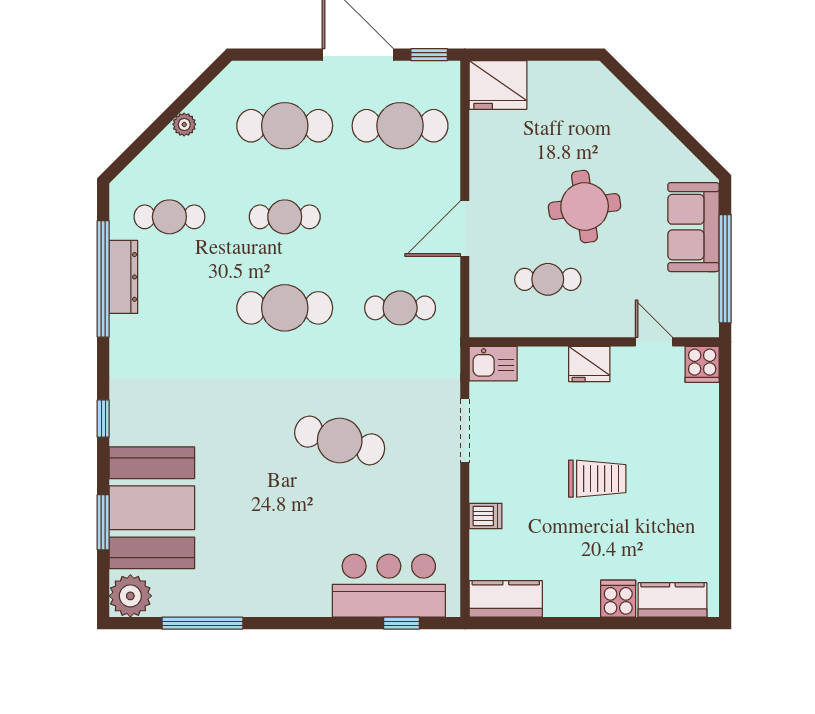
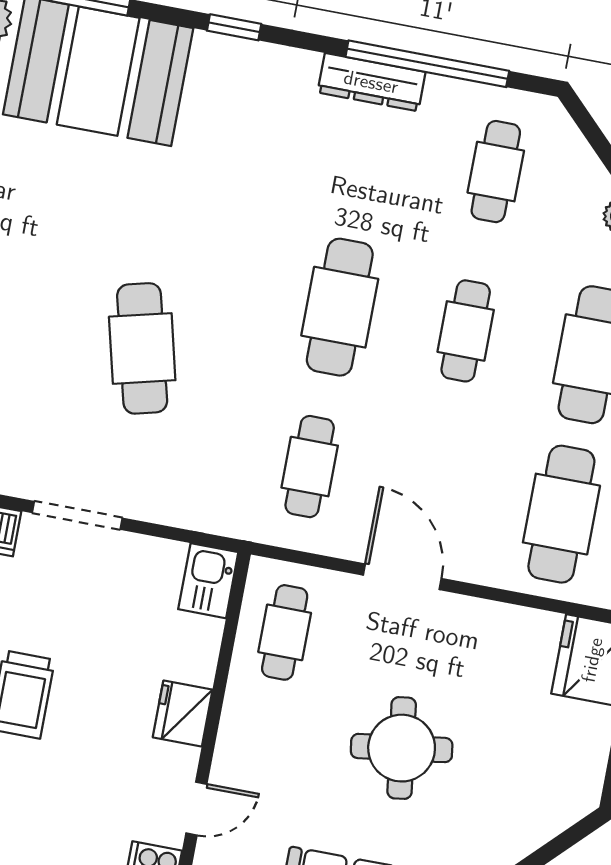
dresser: (123, 277) -> (371, 82), moved
cafe table: (548, 279) -> (285, 632), moved
doorway: (465, 431) -> (77, 515), moved
cafe table: (340, 440) -> (142, 348), turned -30

